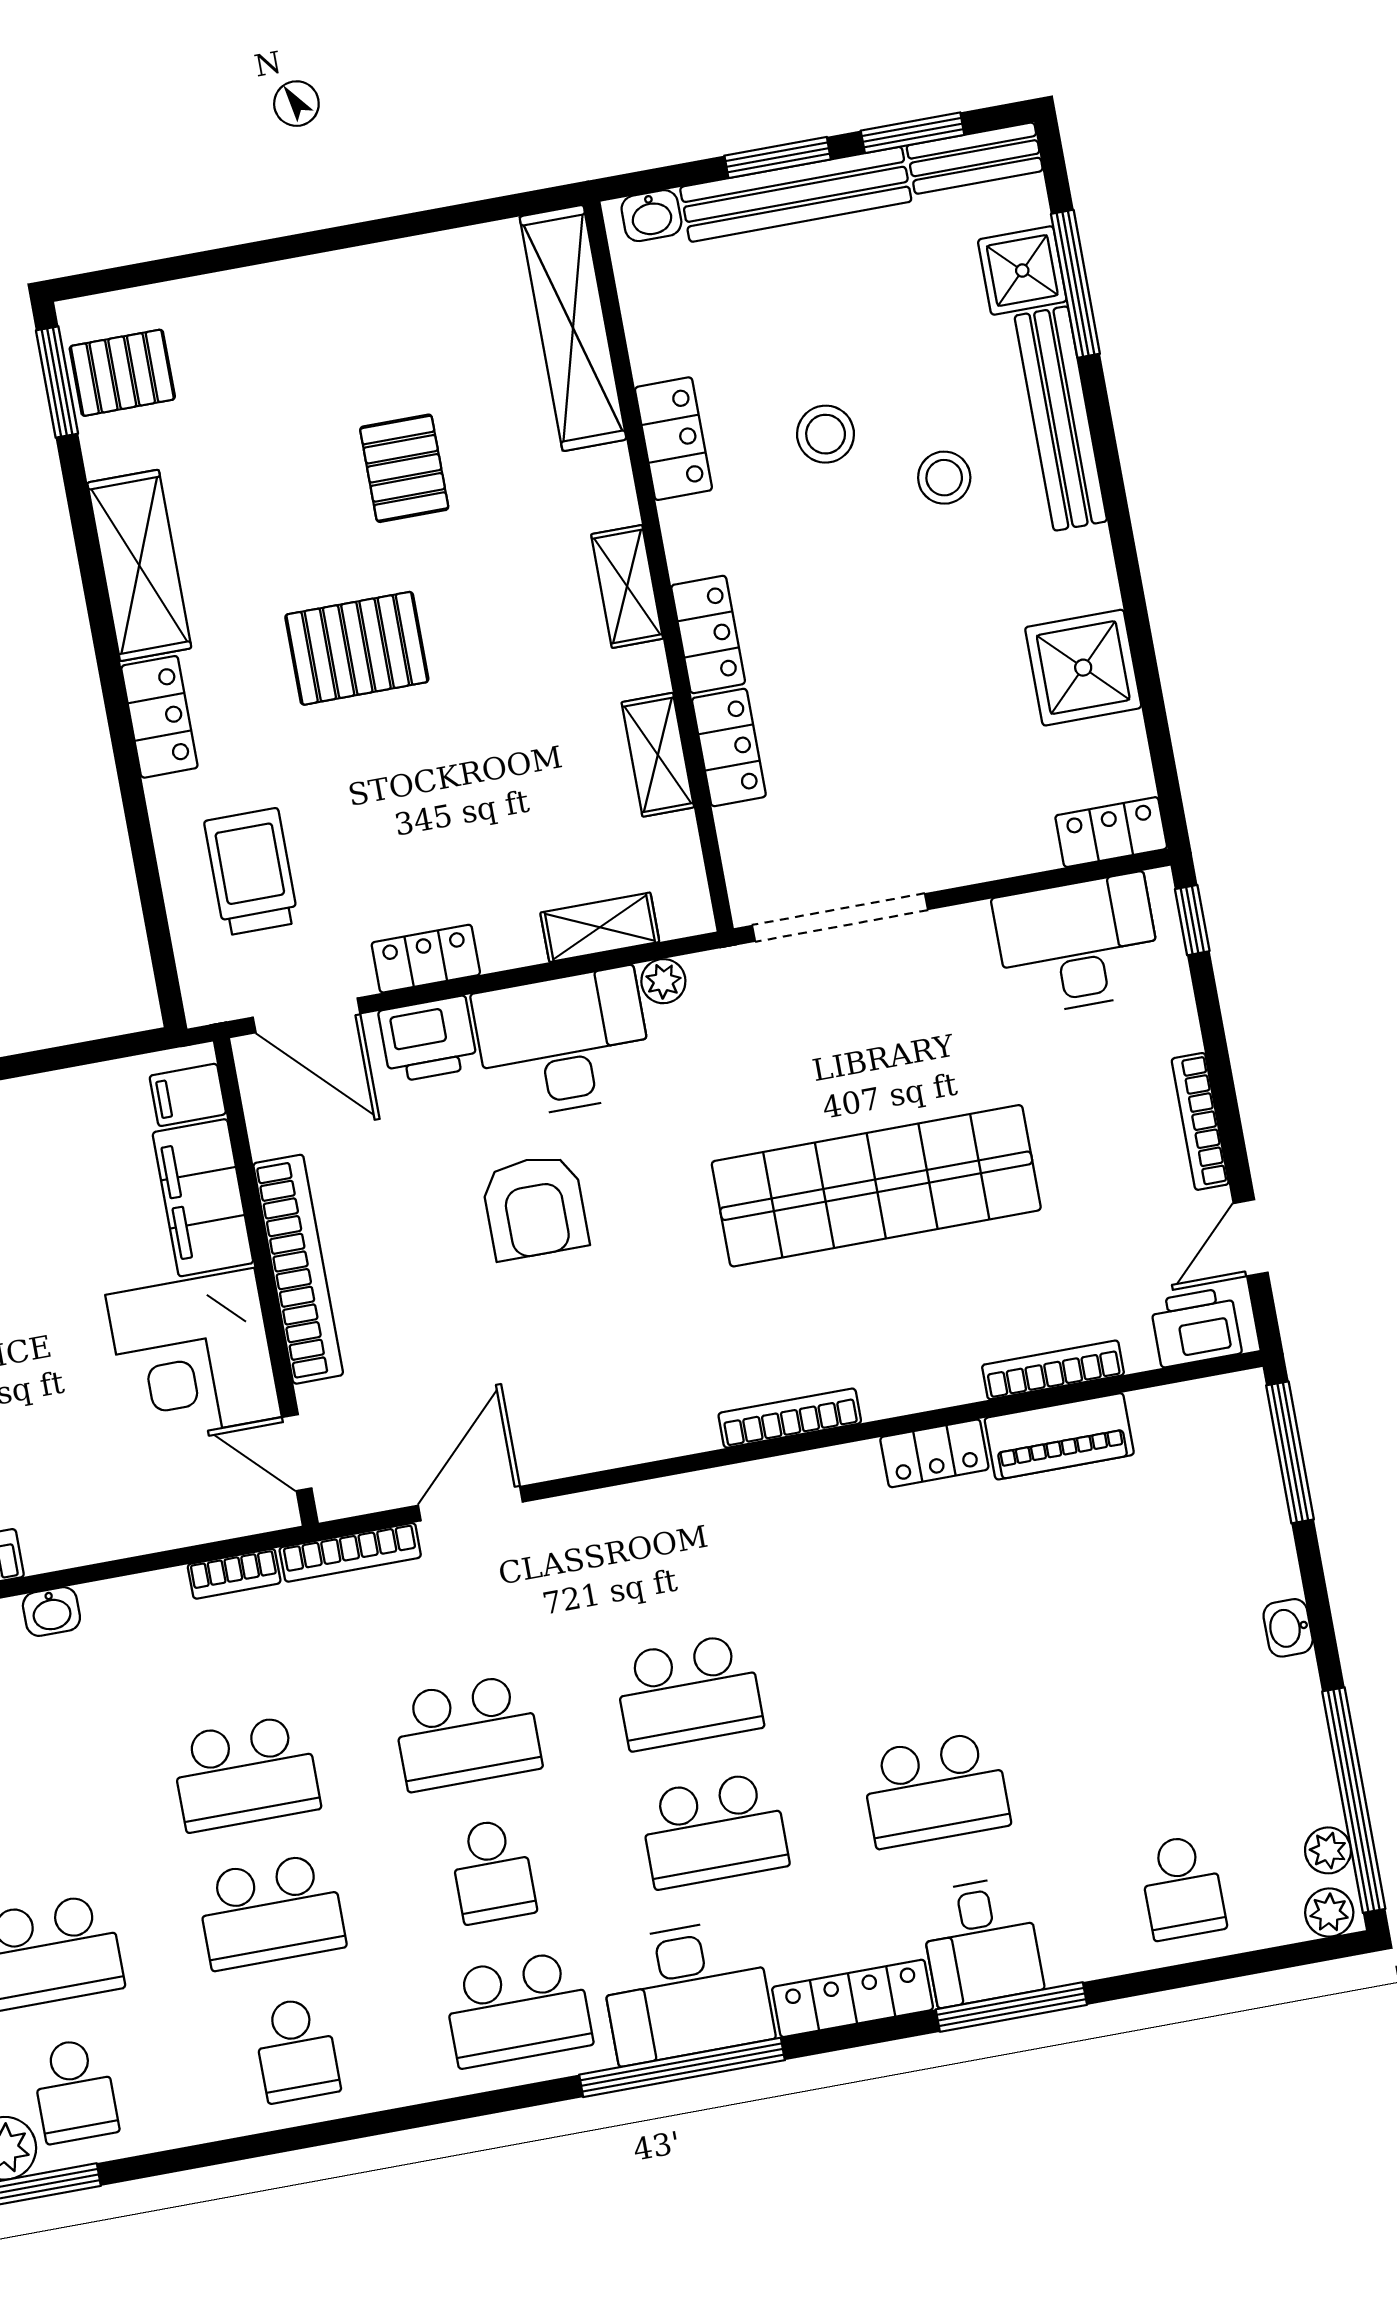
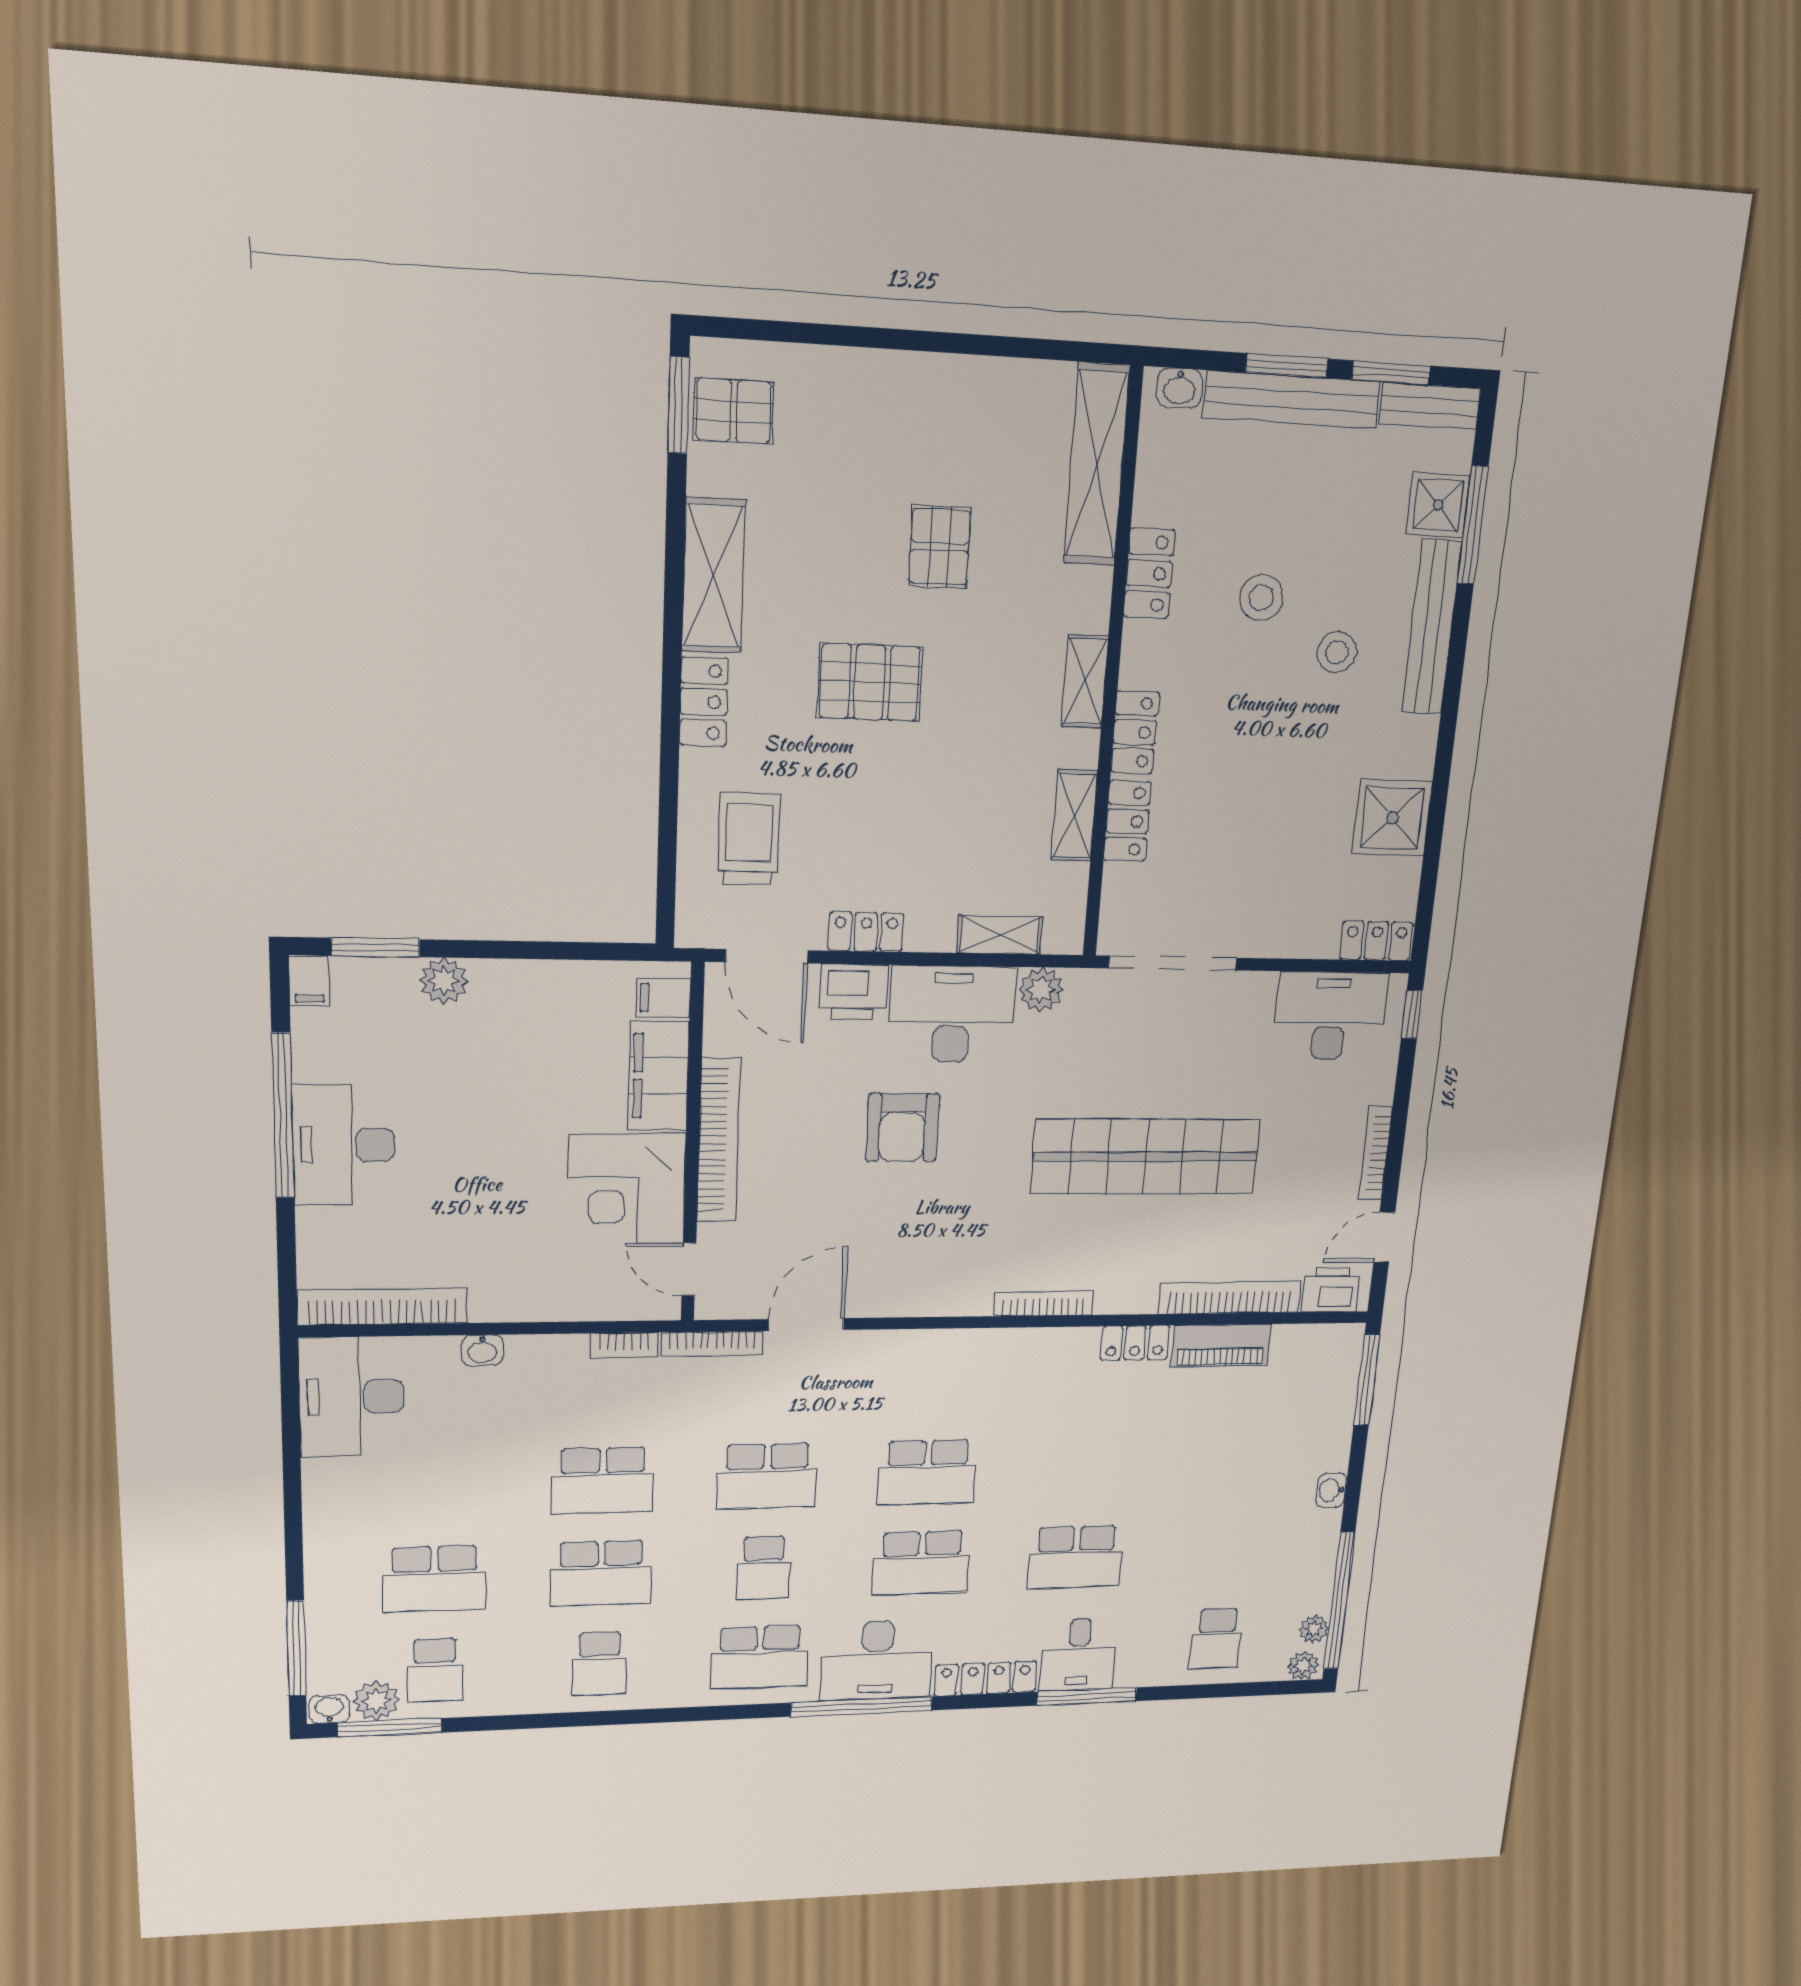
plant: (663, 981) -> (1041, 990), width x1.38, depth x1.38
bookcase: (1053, 1370) -> (1230, 1298), width x1.48, depth x1.31

